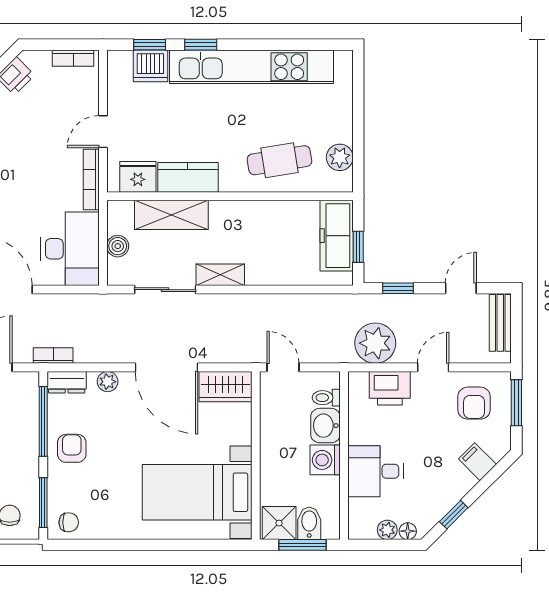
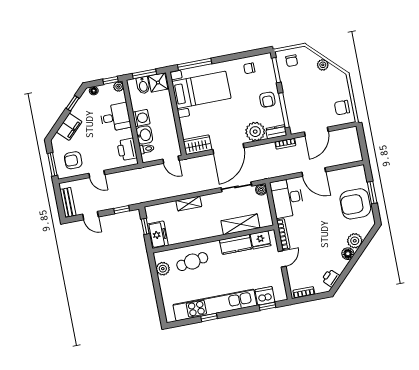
window: (201, 45) -> (209, 317), moved
freezer: (337, 236) -> (158, 235), width x0.71
boiler: (118, 246) -> (261, 190), moved
shelving: (220, 275) -> (189, 204), moved
door: (461, 288) -> (91, 216), hinge flipped
plant: (375, 343) -> (128, 180), removed
door: (166, 367) -> (228, 149), swing flipped
door: (433, 367) -> (97, 174), hinge flipped
plant: (108, 382) -> (255, 132), width x1.87, depth x1.87
printer: (390, 388) -> (127, 149), moved, turned -90
armchair: (474, 403) -> (73, 160), turned -90
filing cabinet: (477, 462) -> (69, 127), width x2.00
chair: (69, 522) -> (249, 68), moved
plant: (387, 530) -> (119, 87), moved
window: (201, 545) -> (195, 64), added
window: (371, 545) -> (111, 80), added

